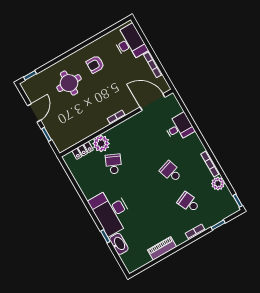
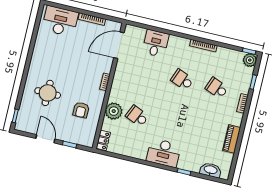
armchair: (95, 64) -> (81, 110), moved
locker: (83, 150) -> (103, 140), moved
school desk: (171, 172) -> (182, 80), turned 39
plant: (218, 184) -> (250, 60), moved
school desk: (189, 203) -> (217, 88), turned 45
desk: (111, 211) -> (164, 153), width x0.73, depth x0.77
washbasin: (119, 244) -> (211, 170), moved

